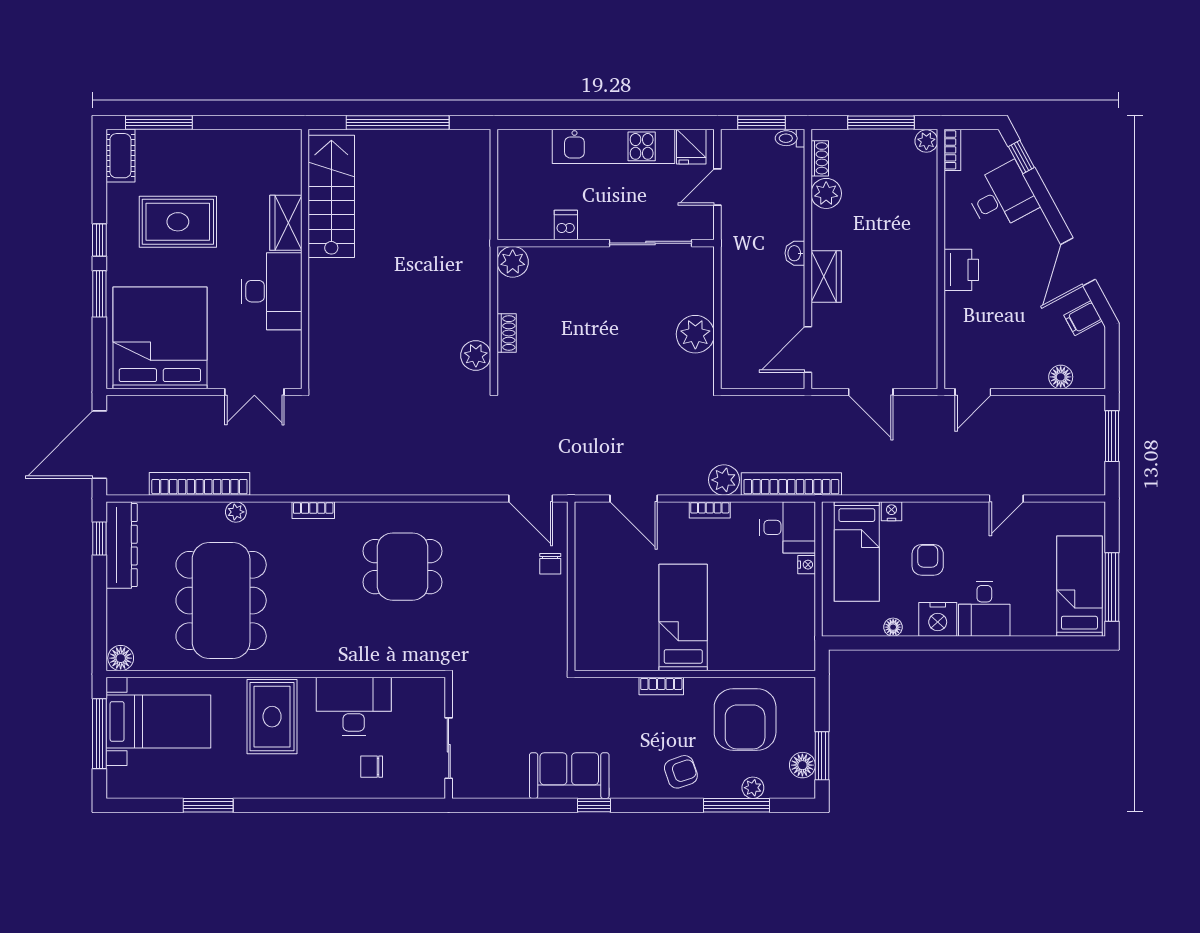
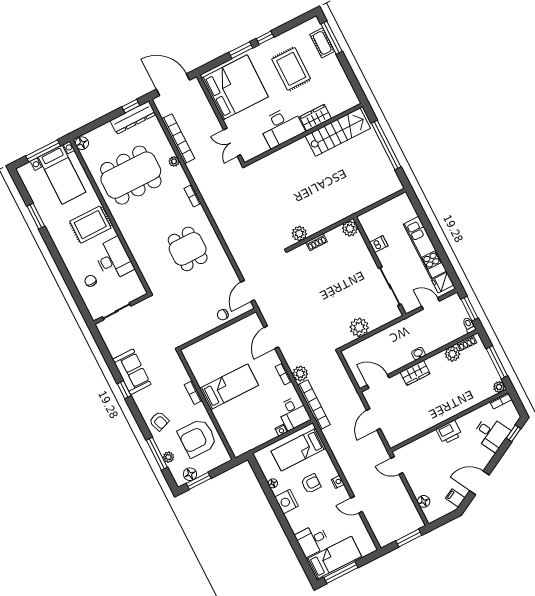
cot: (120, 156) -> (322, 43), moved, turned 90
nightstand: (892, 511) -> (338, 482), moved
desk: (984, 609) -> (312, 540), moved

